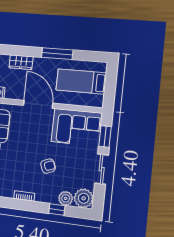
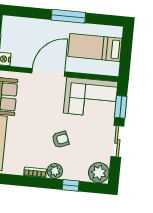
wardrobe: (21, 62) -> (28, 25), removed
door: (38, 104) -> (48, 72), hinge flipped
plant: (66, 198) -> (55, 171), moved

